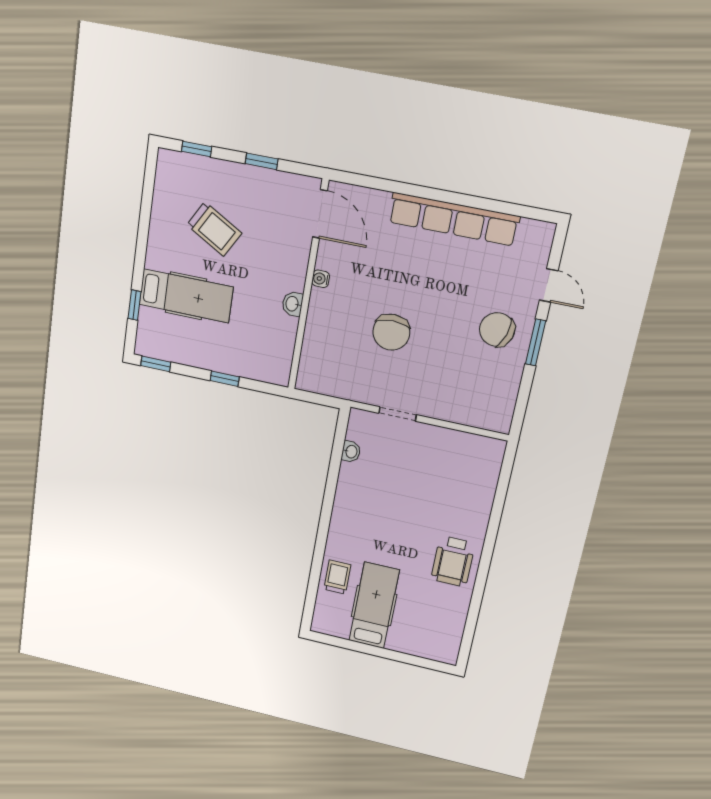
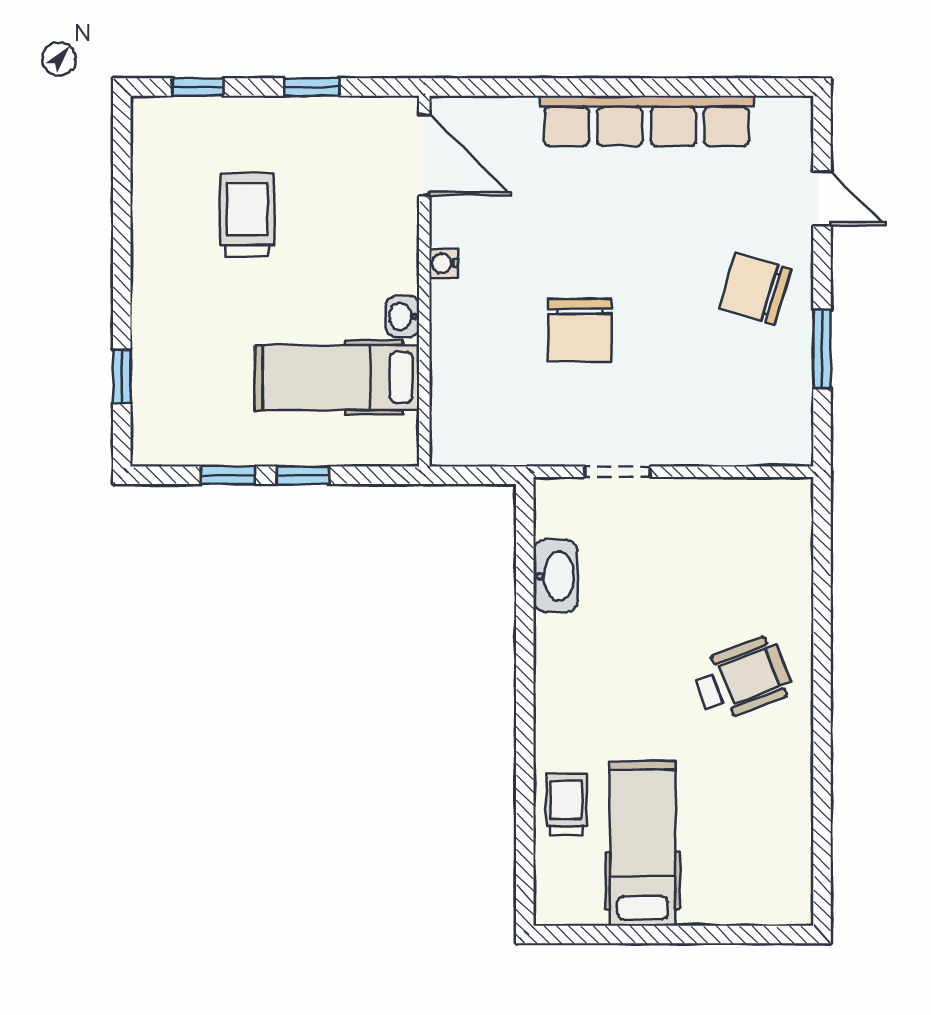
trolley: (214, 229) -> (247, 215), turned -120
hospital bed: (186, 296) -> (337, 378), moved, turned 180
window: (536, 342) -> (822, 349), moved
window: (156, 364) -> (228, 475), moved
washbasin: (351, 452) -> (556, 576), width x1.91, depth x1.45
wheelchair: (453, 561) -> (742, 679), moved, turned -111

